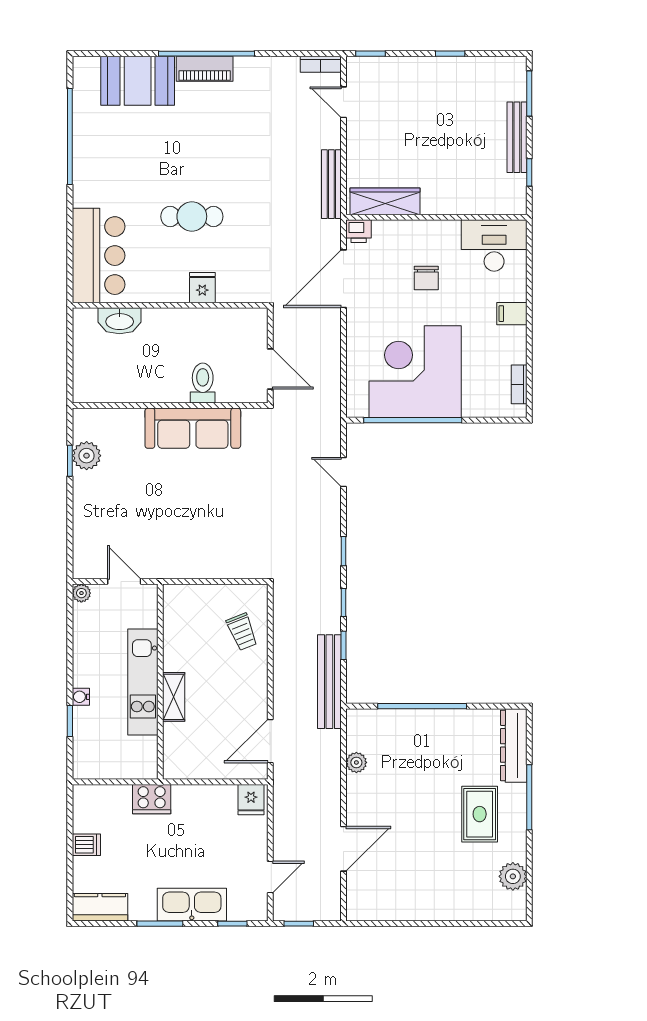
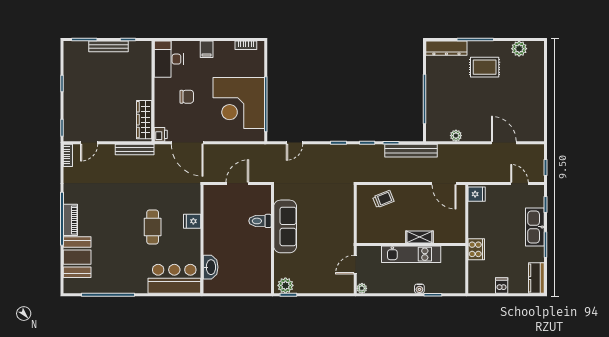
toilet: (203, 383) -> (260, 221), moved
wall: (170, 405) -> (273, 239), moved
sofa: (193, 428) -> (285, 226), moved

